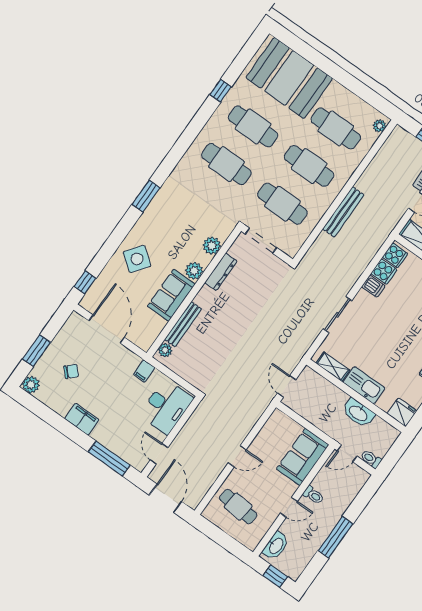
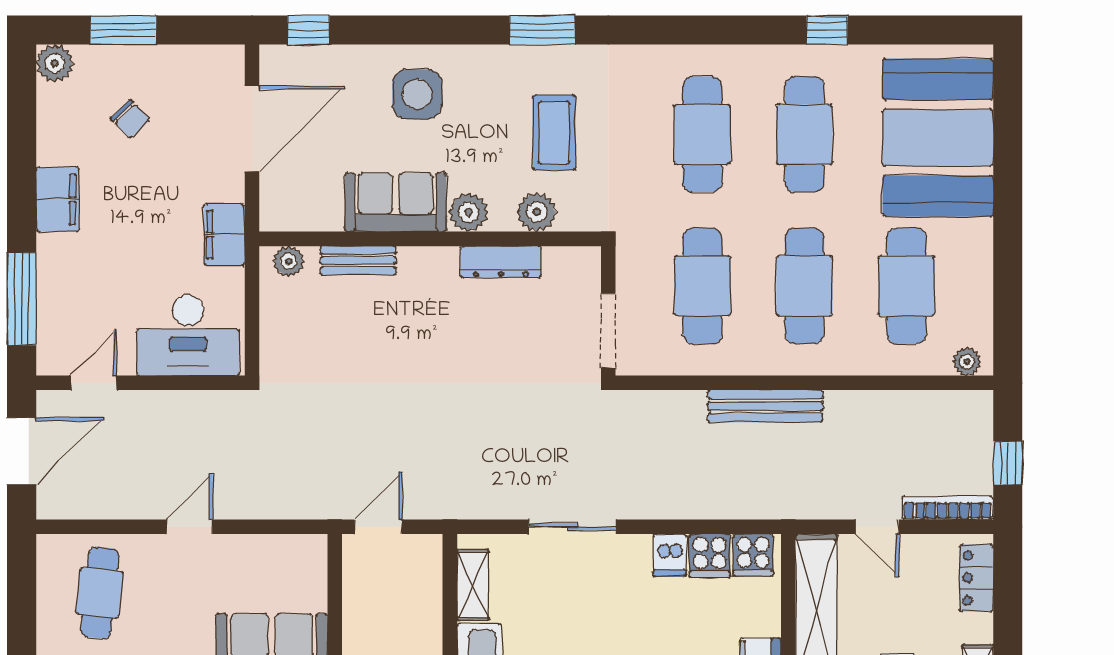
coffee table: (187, 218) -> (554, 133), added
doorway: (261, 241) -> (608, 331), moved
side table: (137, 259) -> (417, 94), turned -37
bench: (183, 324) -> (358, 260), width x0.73
filing cabinet: (144, 371) -> (224, 235), width x2.00
door: (237, 456) -> (189, 527), swing flipped

